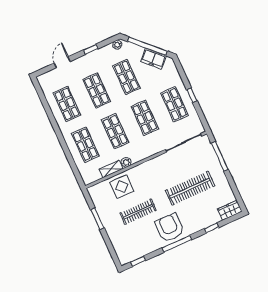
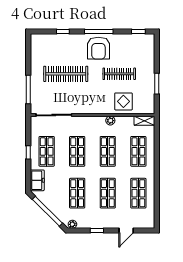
freezer: (154, 59) -> (37, 180), moved, turned 45
shelving: (111, 169) -> (144, 121), moved
wardrobe: (230, 210) -> (41, 40), removed

